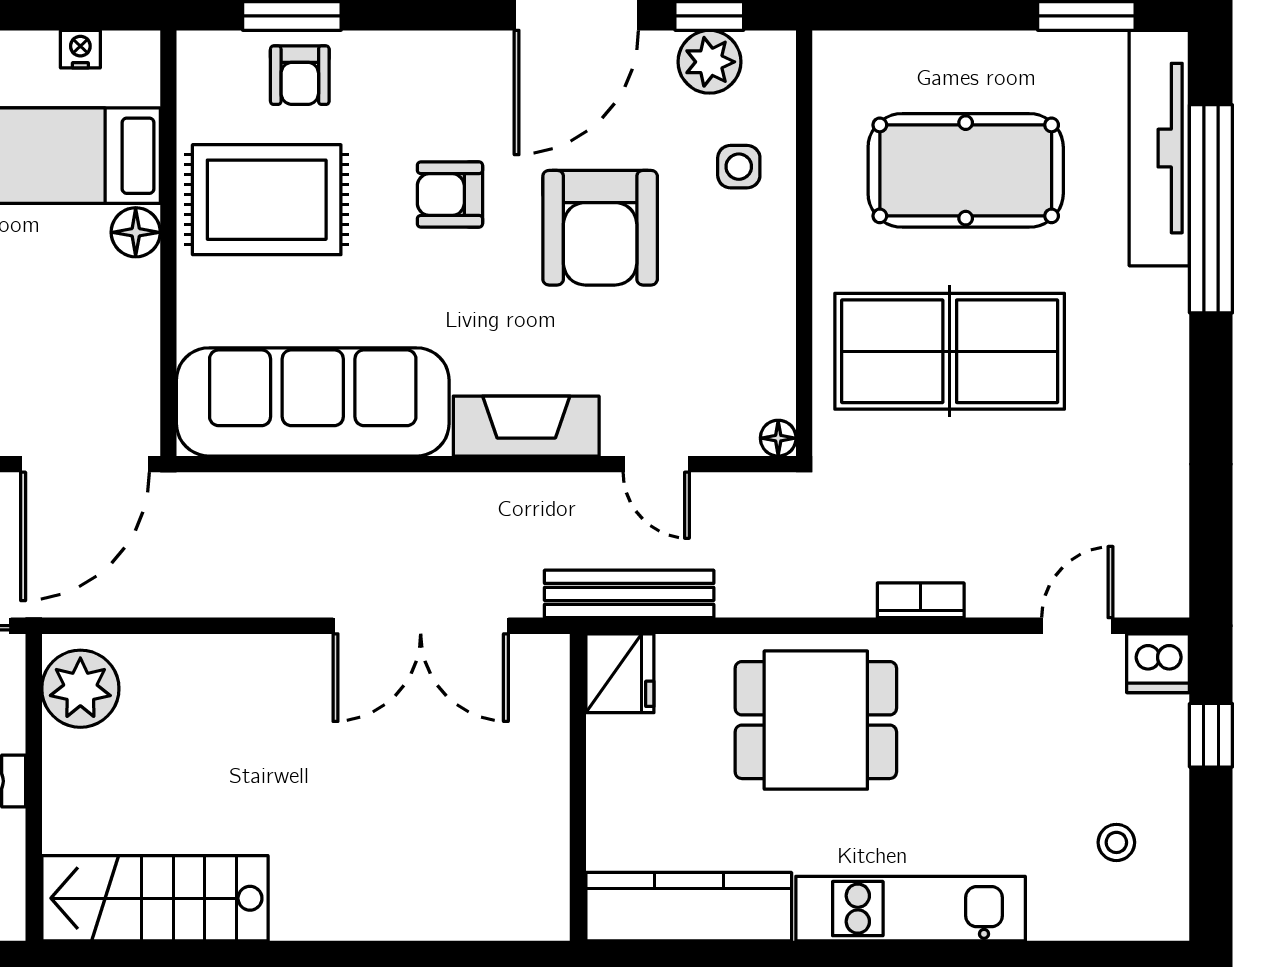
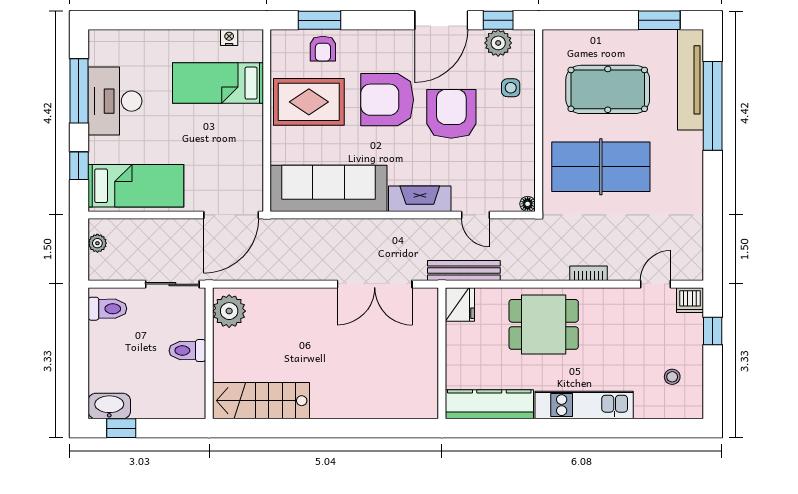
armchair: (450, 195) -> (387, 100), width x1.88, depth x1.88
armchair: (600, 228) -> (451, 114), turned 180
floor lamp: (136, 232) -> (253, 116), removed

